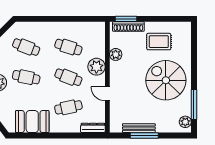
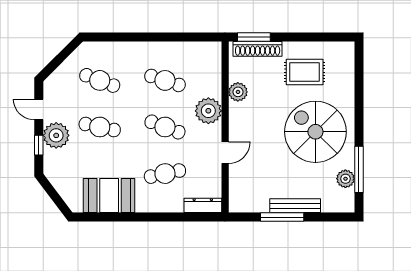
door: (107, 94) -> (225, 153), swing flipped
plant: (185, 122) -> (345, 179), moved
bench: (139, 128) -> (295, 206), moved

